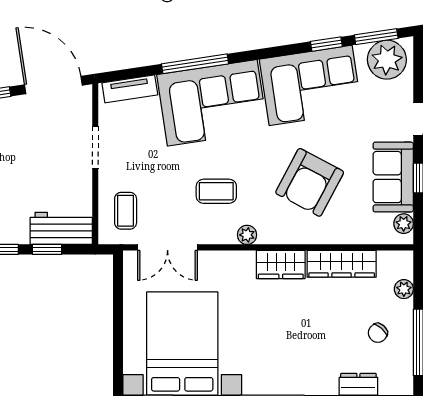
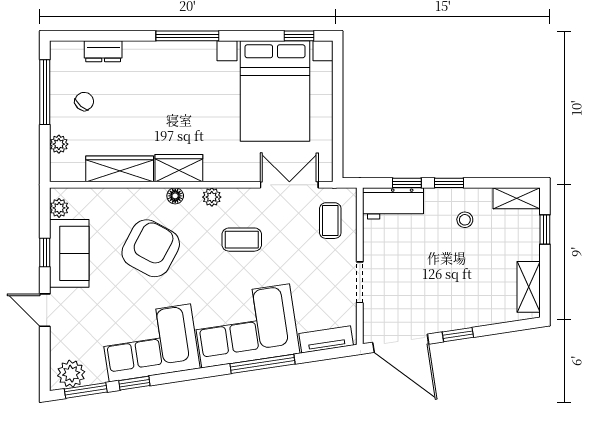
plant: (387, 60) -> (71, 374), width x0.73, depth x0.73
floor lamp: (285, 236) -> (175, 196), added

